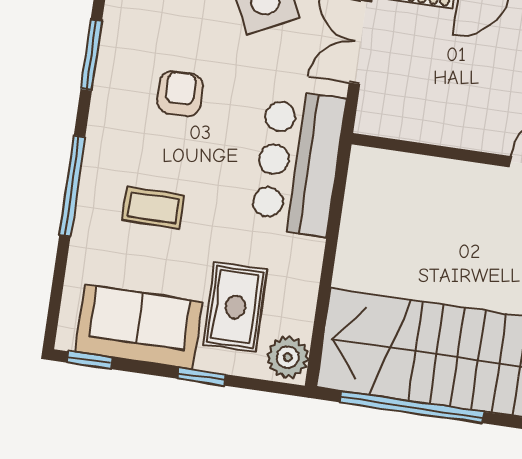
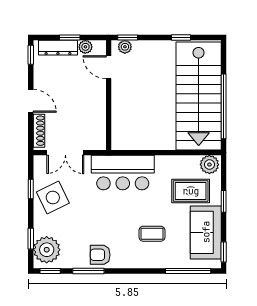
armchair: (180, 94) -> (100, 255), moved
window: (72, 186) -> (188, 271), moved
coffee table: (153, 208) -> (152, 234), turned 90

